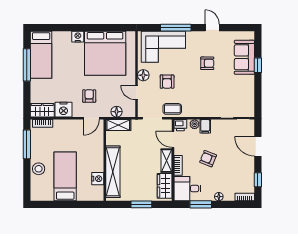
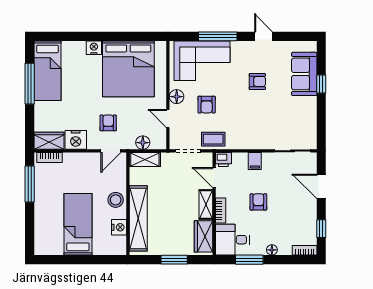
plant: (195, 124) -> (241, 158), removed
armchair: (208, 159) -> (258, 202), turned 68
stool: (39, 169) -> (116, 200), moved

